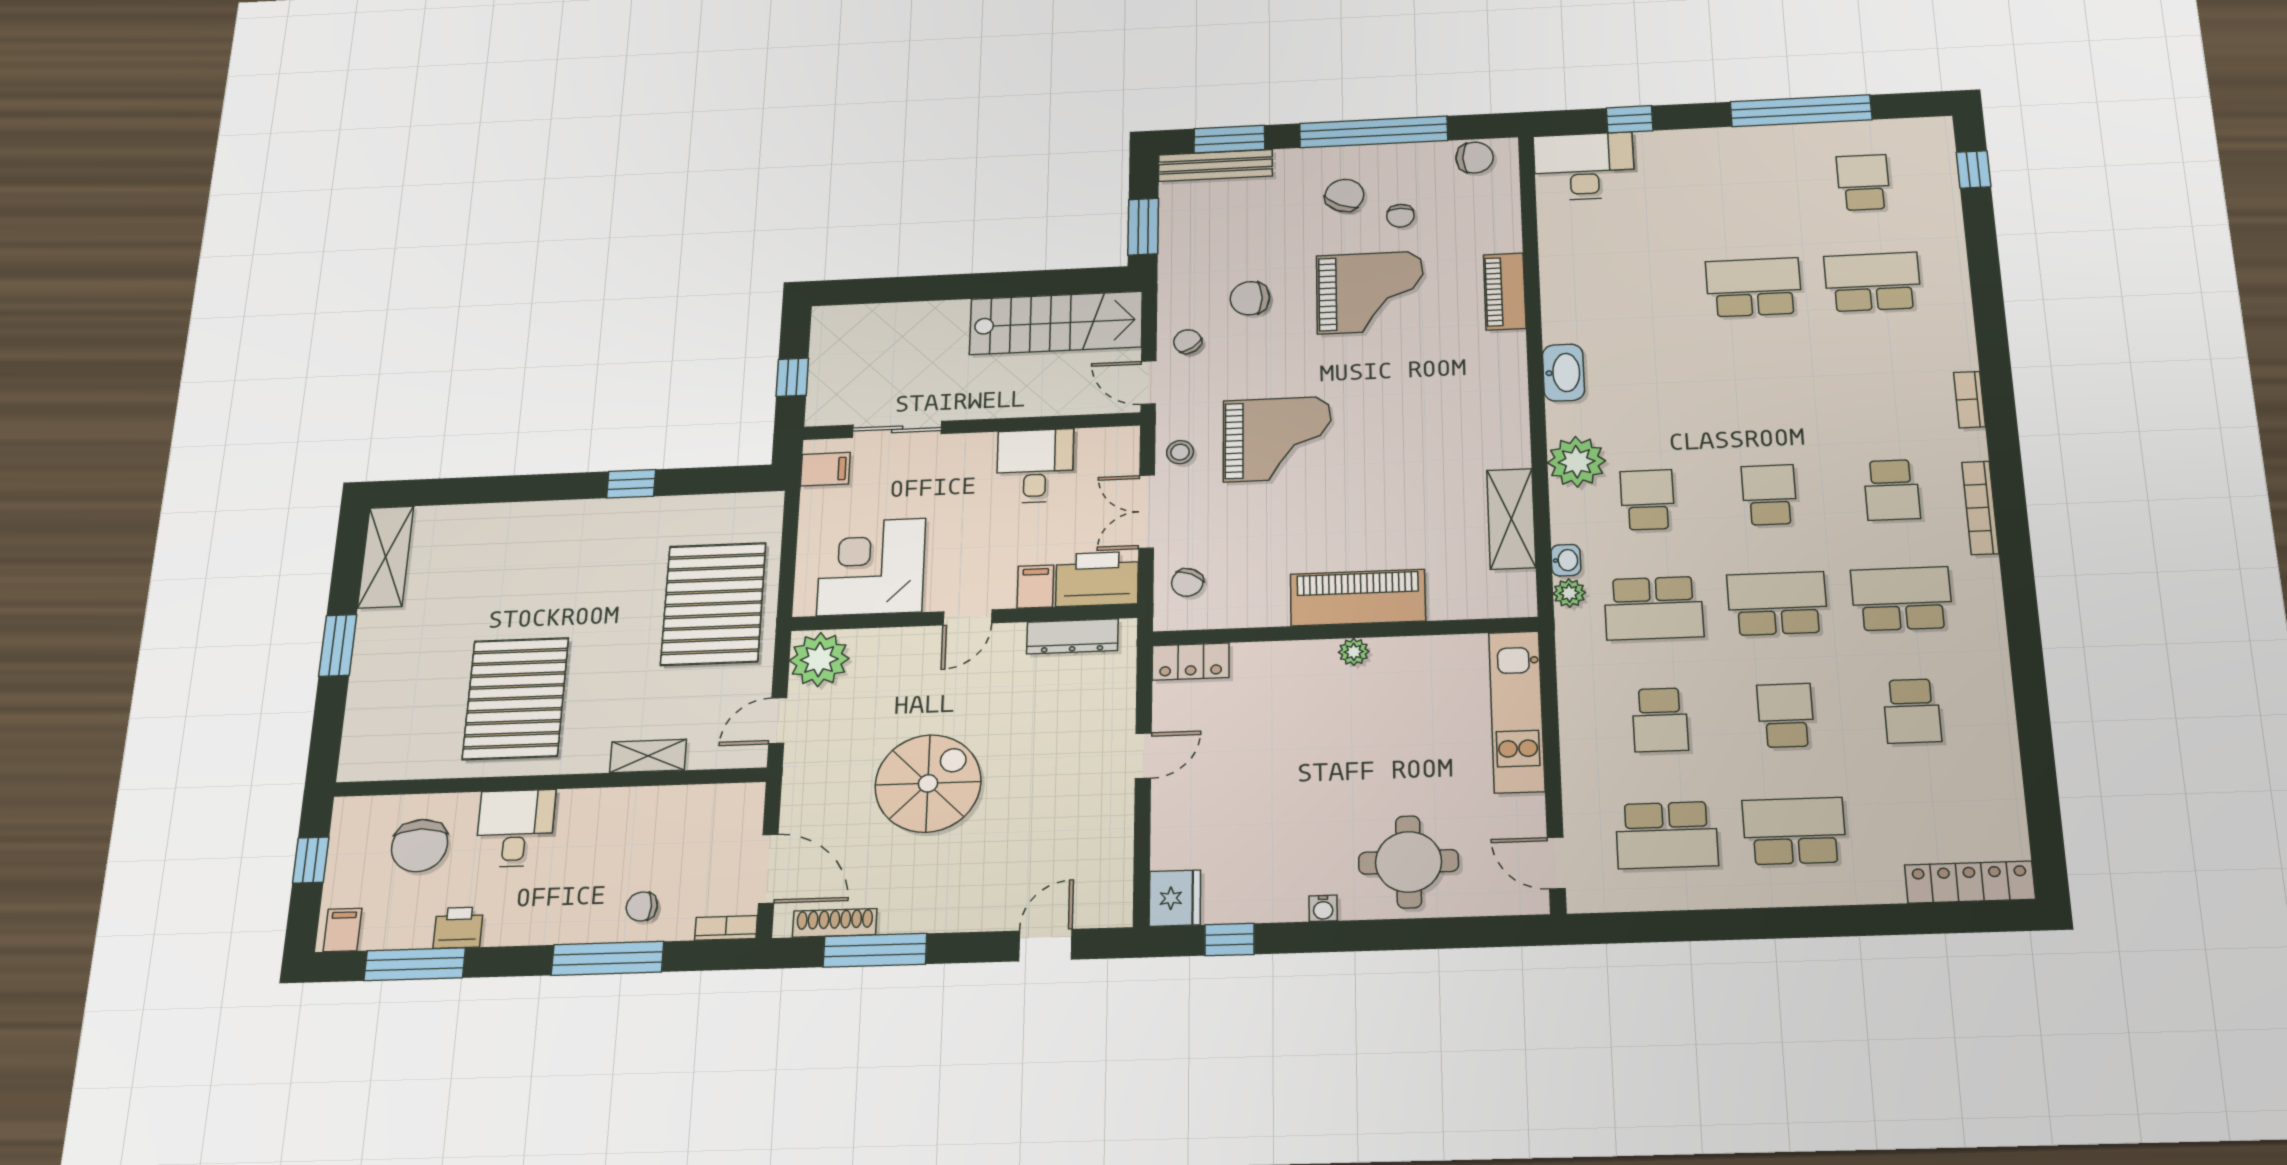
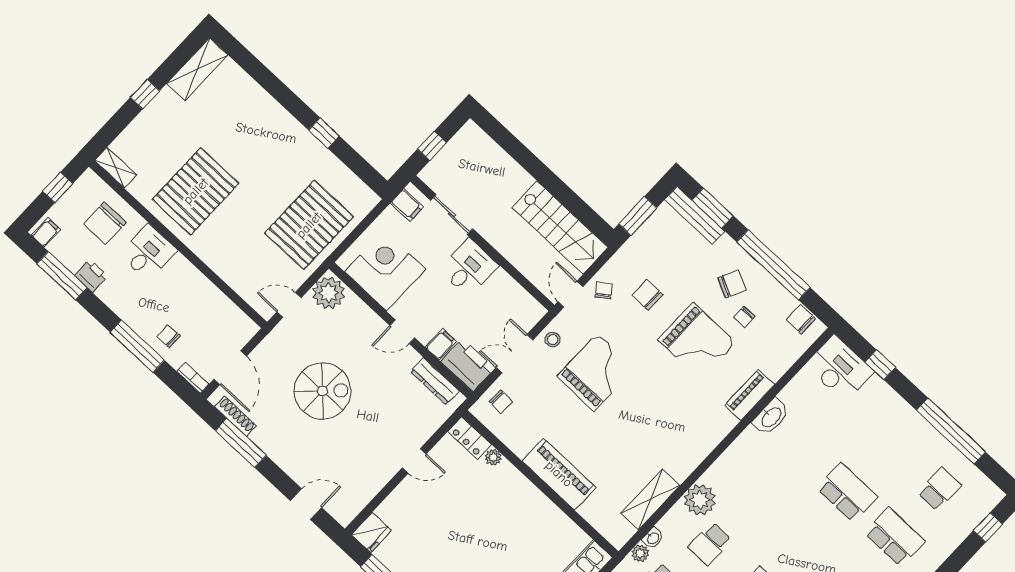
chair: (1475, 158) -> (801, 319), turned 180
washbasin: (1563, 373) -> (771, 417), moved
grand piano: (1277, 439) -> (596, 372), turned -90
desk: (1035, 466) -> (469, 268), moved
school desk: (1647, 500) -> (710, 544), turned 180
chair: (1187, 582) -> (501, 402), turned -110
window: (338, 645) -> (145, 94), width x0.67
plant: (1354, 652) -> (493, 457), moved
shelving: (648, 756) -> (116, 168), moved

